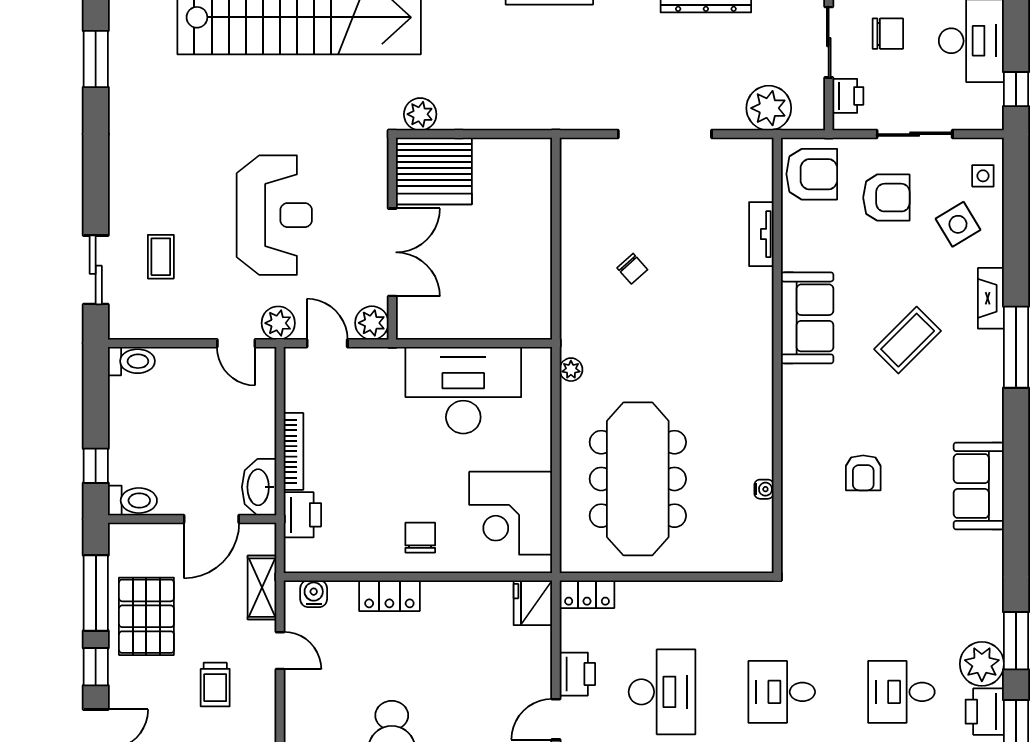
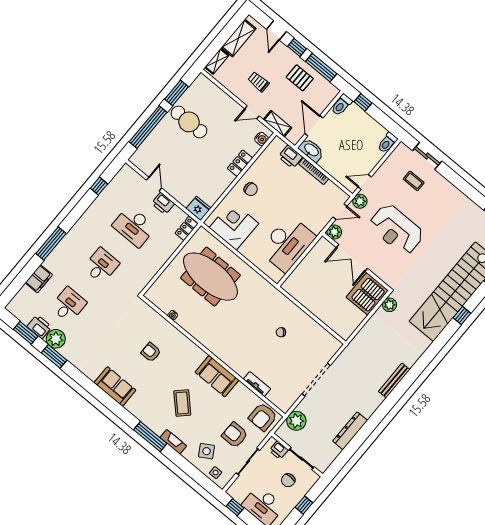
armchair: (886, 198) -> (235, 435), turned 90
plant: (571, 370) -> (265, 285), removed
pallet: (146, 616) -> (300, 78), width x0.67, depth x0.71

